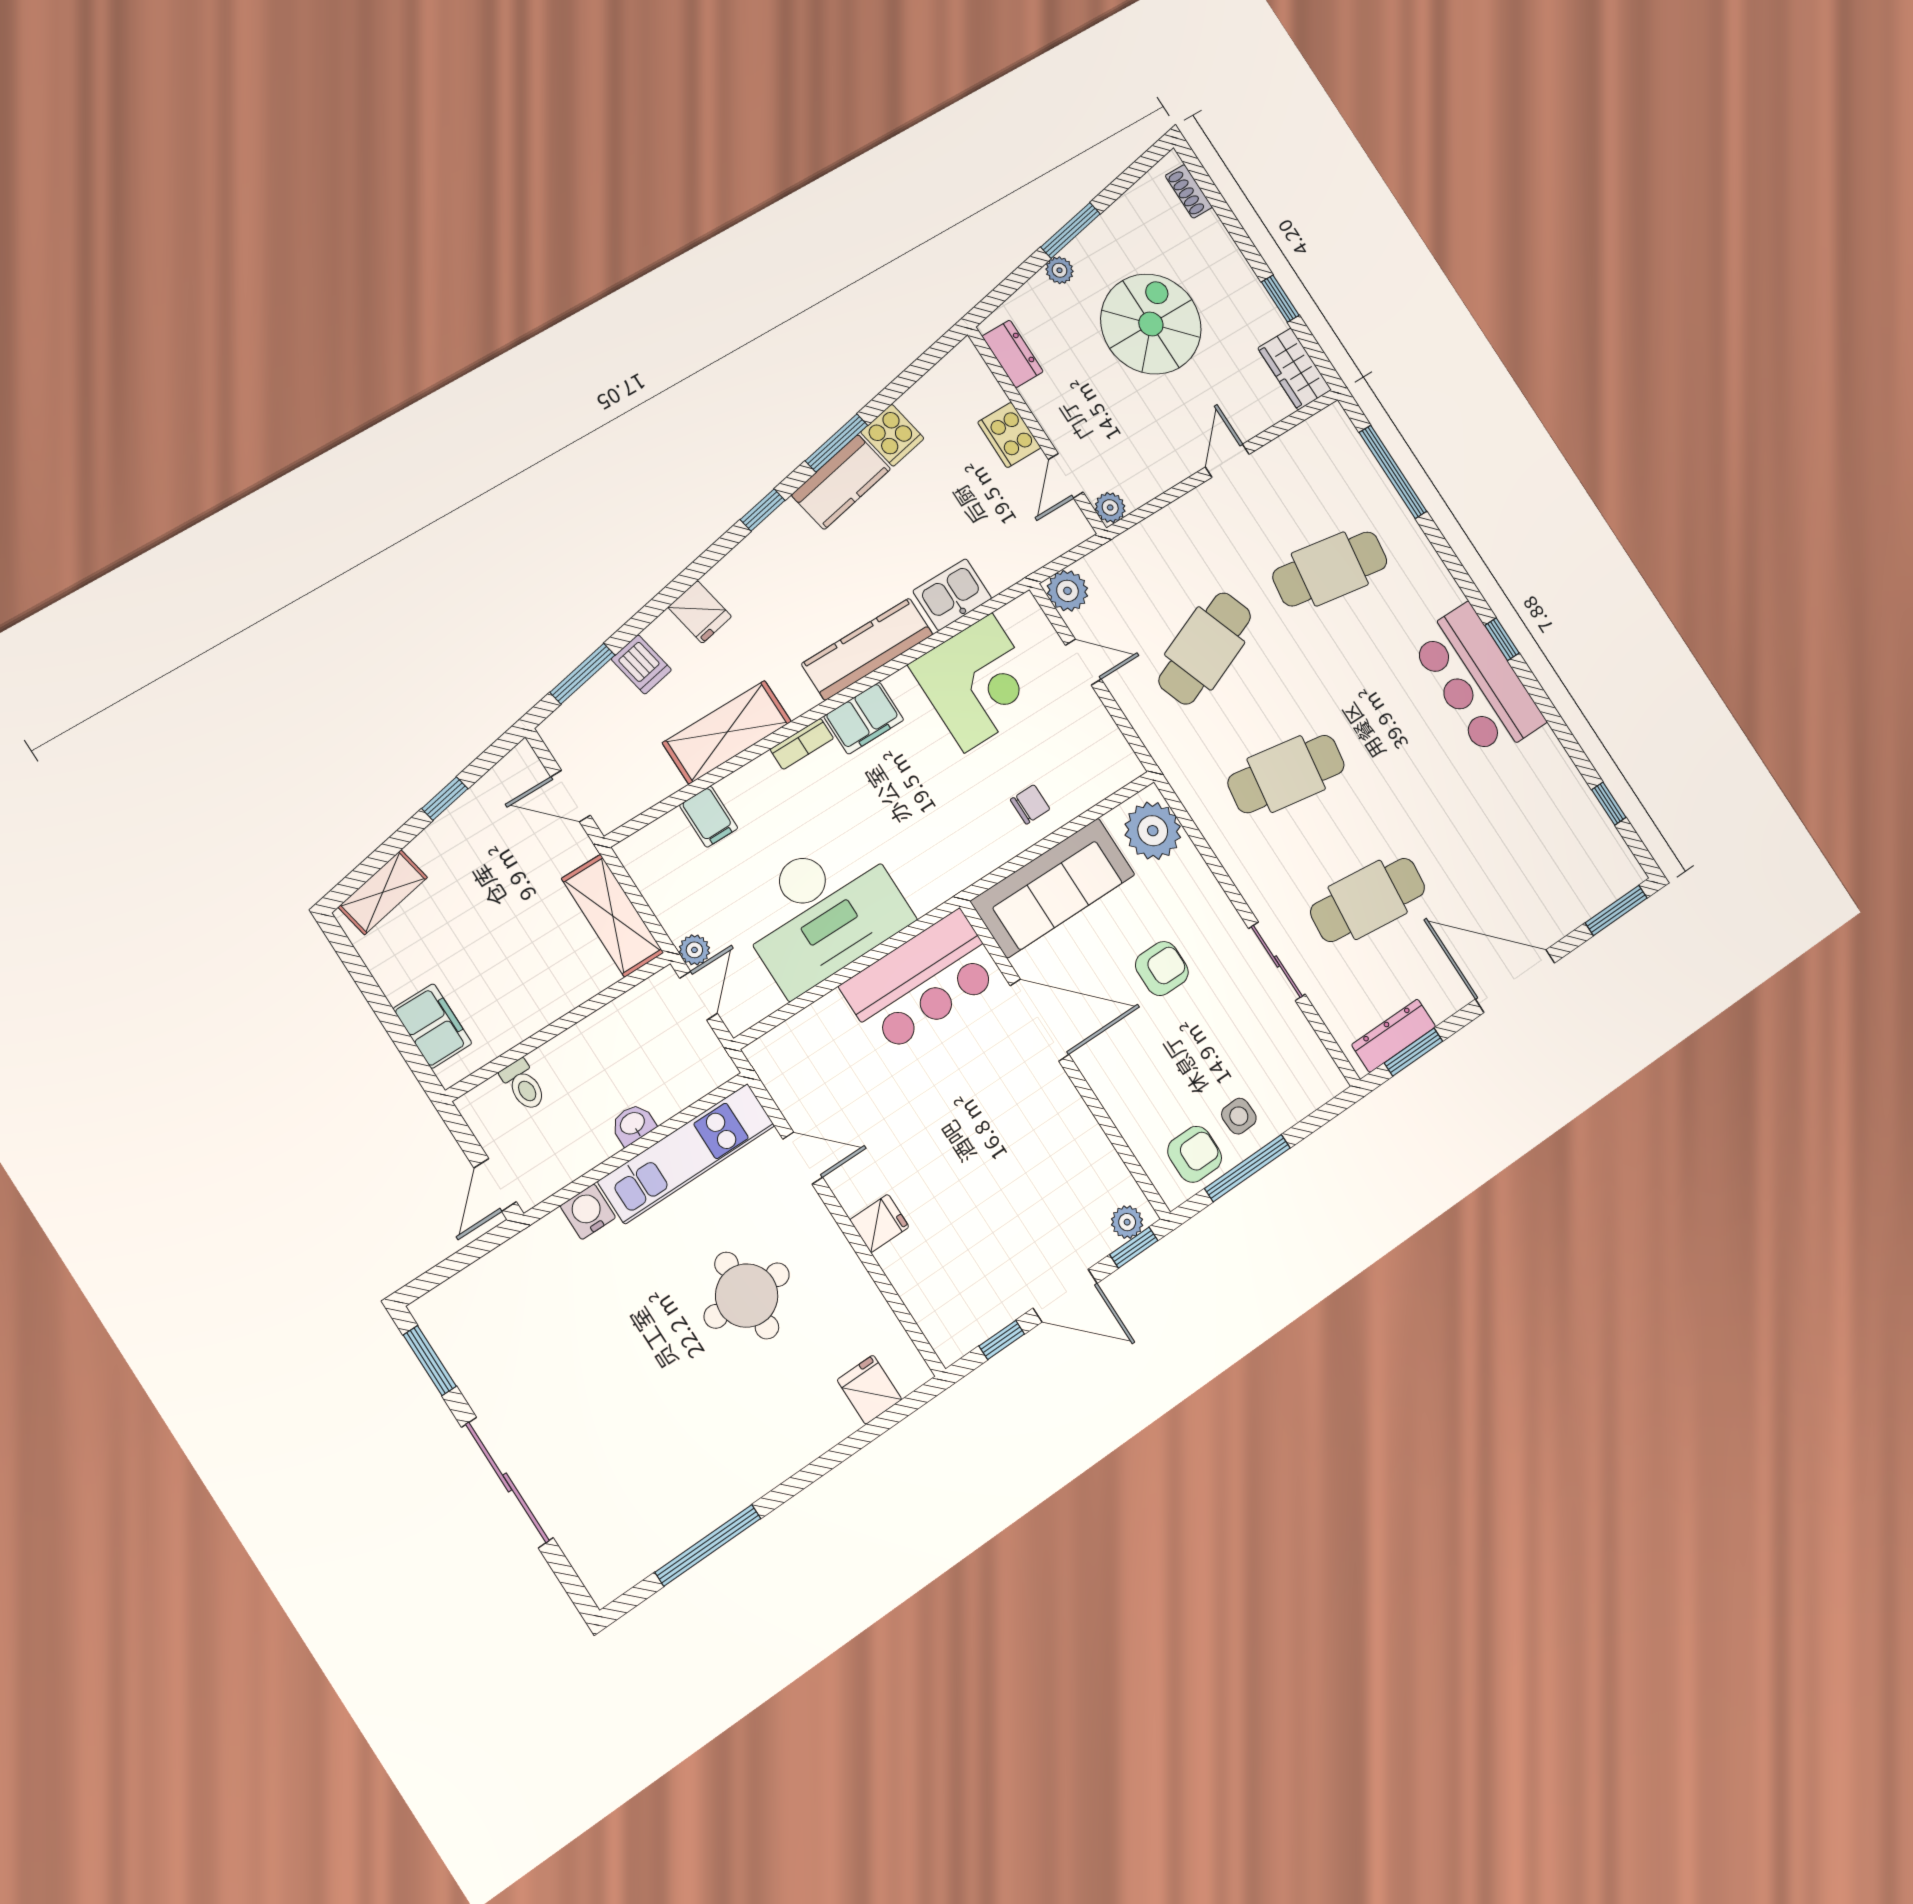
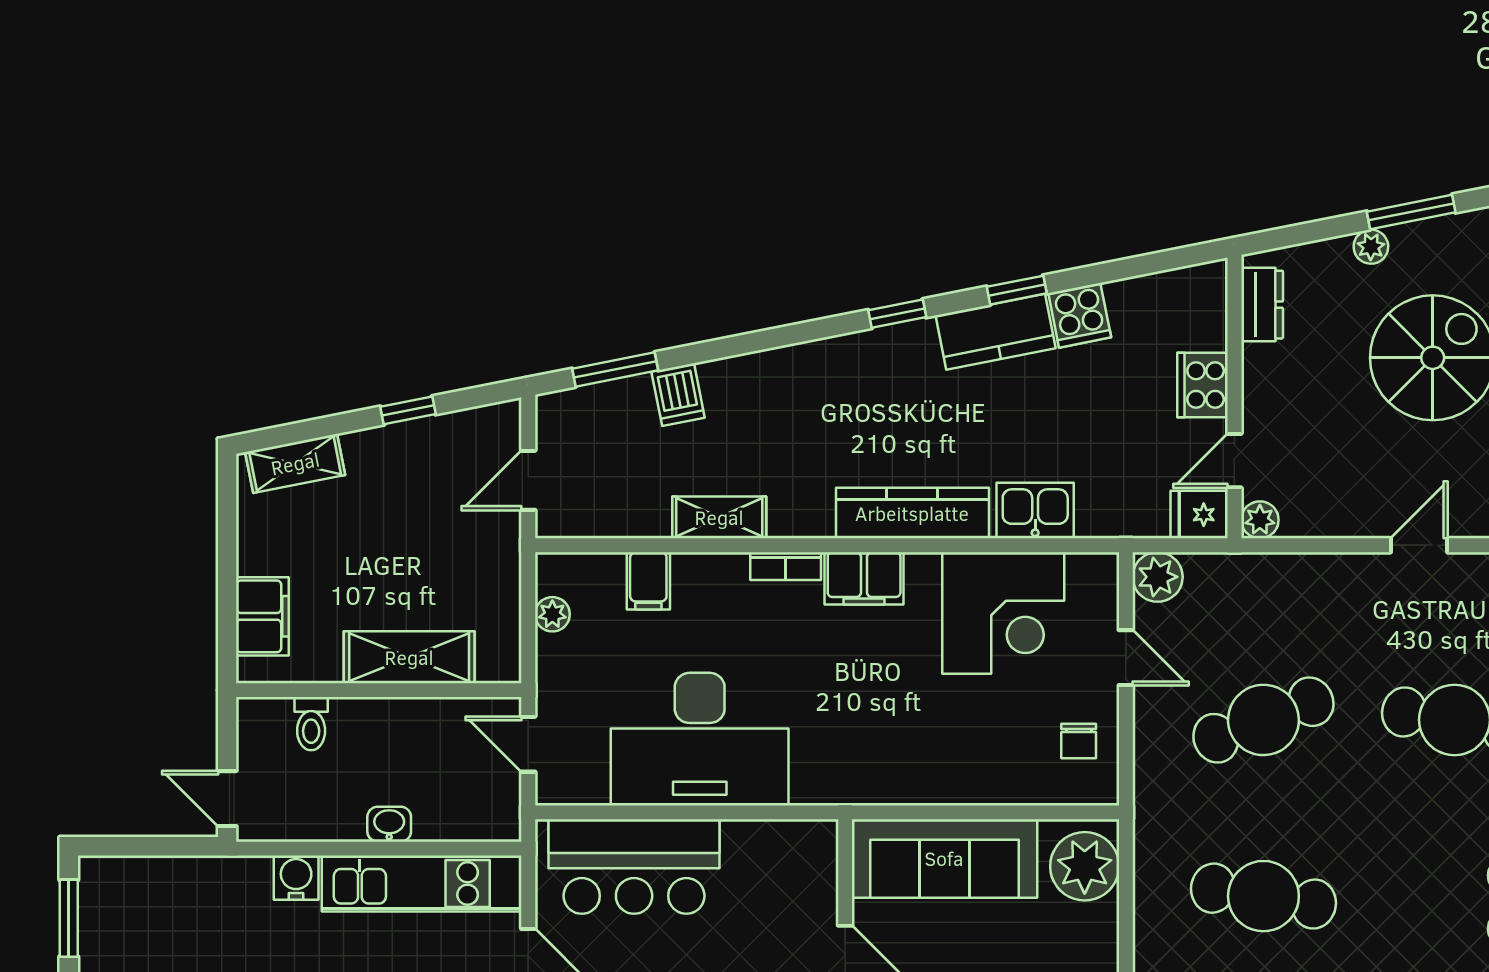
window: (836, 443) -> (1017, 290), width x0.67
fridge: (700, 612) -> (1199, 515), moved, turned 101
shelving: (727, 732) -> (719, 517), width x0.67, depth x0.75
door: (571, 796) -> (528, 480), hinge flipped
chair: (1030, 804) -> (1079, 741), moved, turned 90
shelving: (613, 916) -> (409, 657), moved, turned 90
plant: (694, 950) -> (552, 614), moved
bar counter: (922, 982) -> (634, 867), moved
door: (699, 996) -> (528, 744), swing flipped
door: (495, 1185) -> (227, 799), hinge flipped

